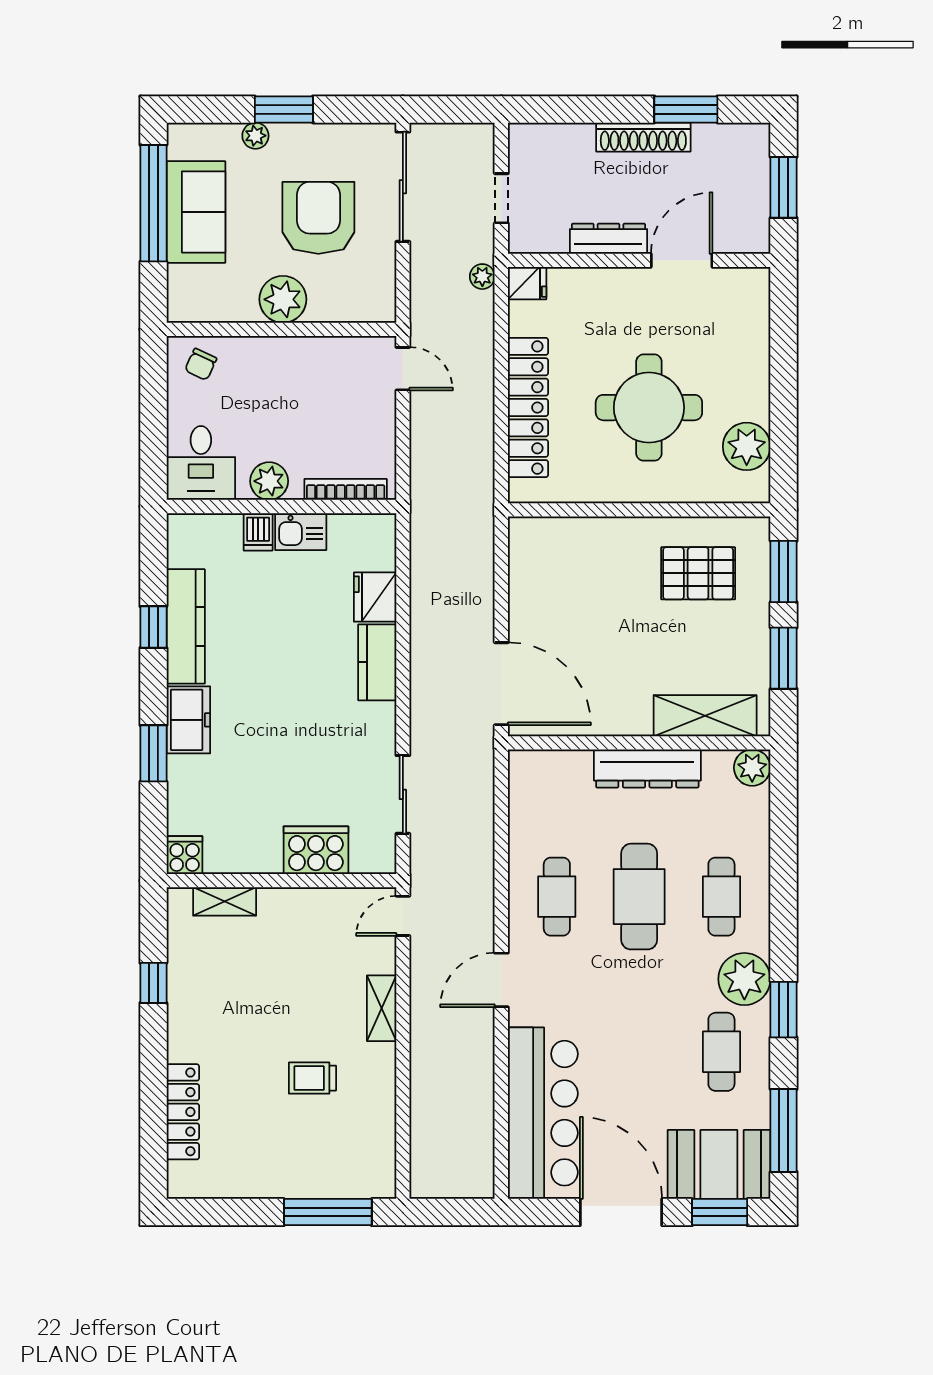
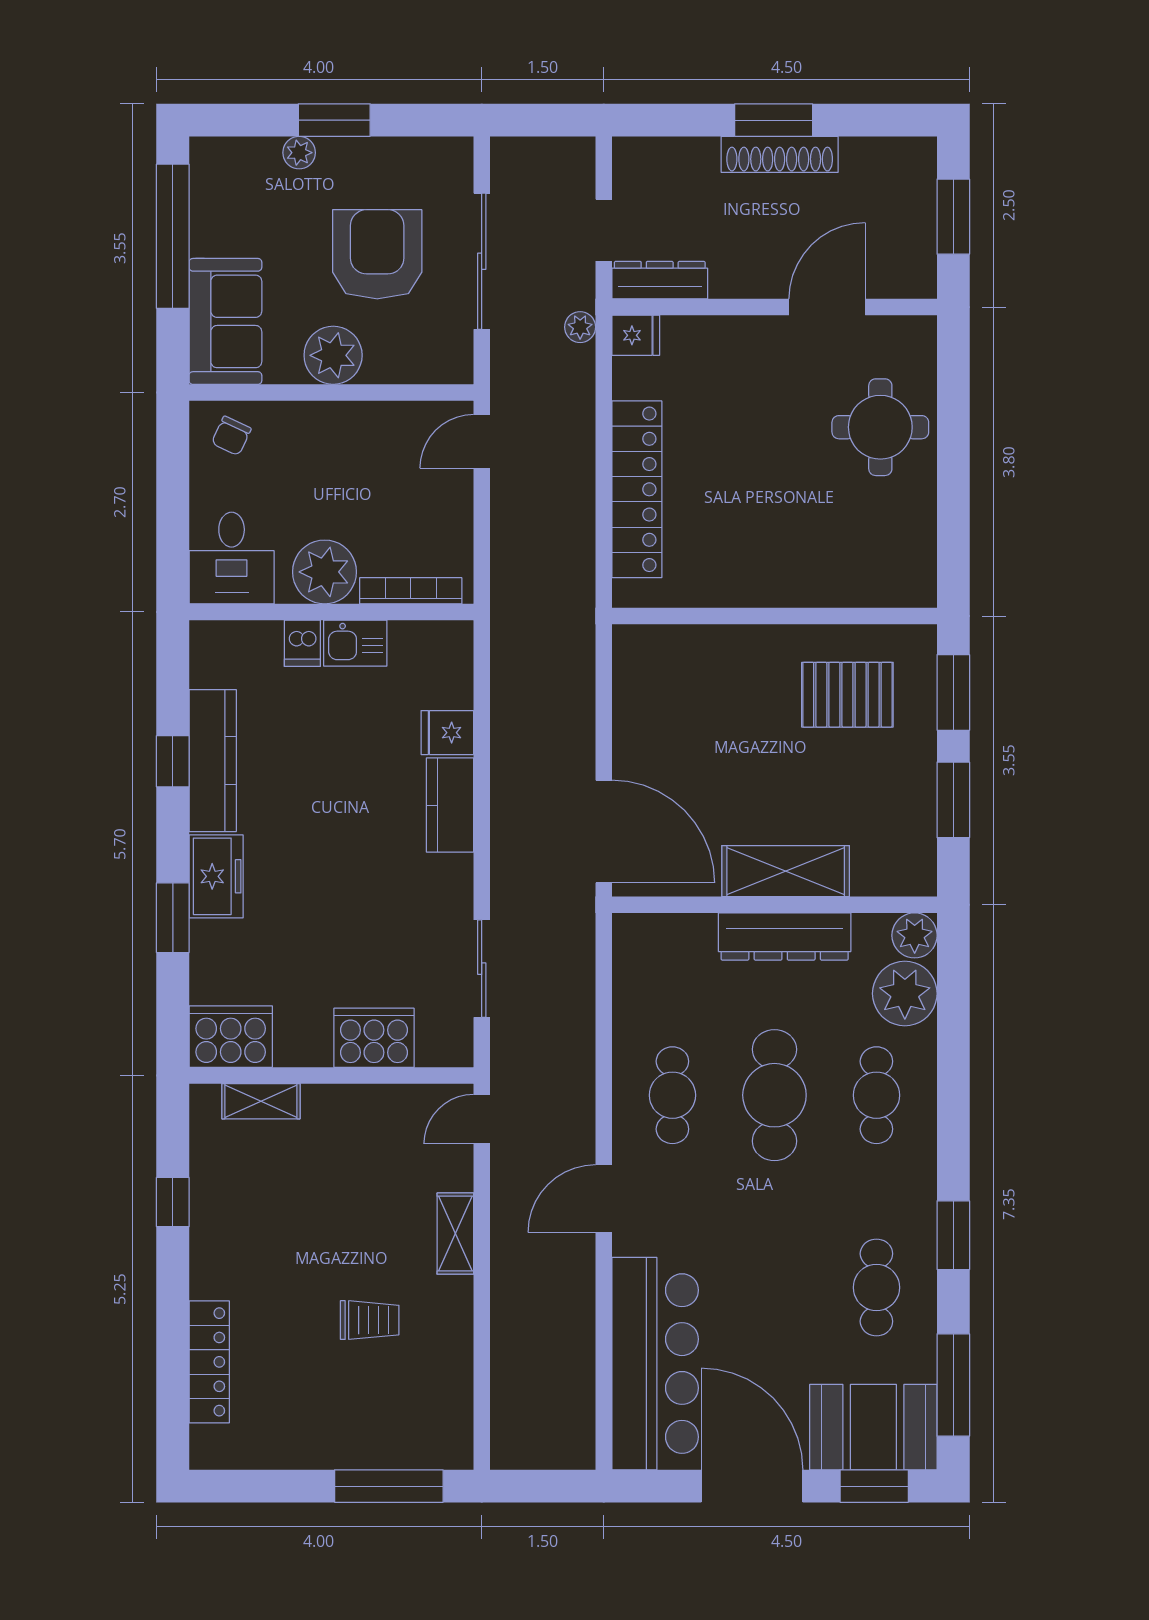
window: (686, 109) -> (774, 120), moved
sliding door: (403, 187) -> (482, 261), moved
sofa: (196, 212) -> (225, 321), moved
dresser: (608, 239) -> (660, 280), moved
door: (403, 369) -> (482, 441), swing flipped
round table: (649, 408) -> (880, 427), moved, width x0.73, depth x0.73
plant: (747, 446) -> (908, 538), removed
plant: (269, 481) -> (325, 572), width x1.36, depth x1.36
fridge: (375, 597) -> (447, 733), width x0.72
shelving: (705, 716) -> (786, 871), moved
cooker: (185, 855) -> (231, 1037), width x1.87, depth x1.31
plant: (744, 979) -> (905, 994), moved
trolley: (312, 1078) -> (370, 1320), turned 180

